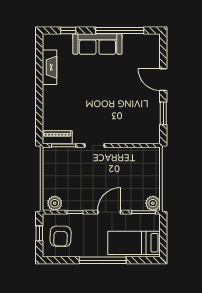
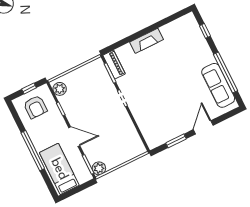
sofa: (97, 44) -> (218, 85), moved
fireplace: (50, 67) -> (147, 41), moved
armchair: (61, 236) -> (35, 107), turned -92

